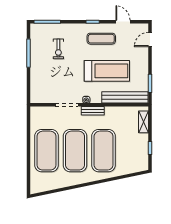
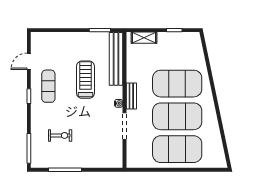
door: (150, 40) -> (49, 30), removed
treadmill: (107, 71) -> (85, 80), width x0.73, depth x0.73

